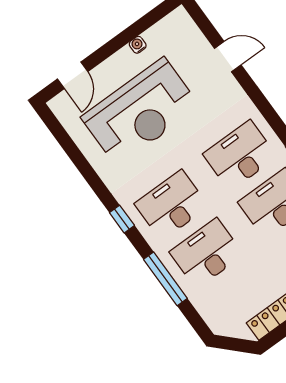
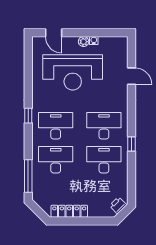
plant: (124, 57) -> (84, 42), added
door: (73, 75) -> (54, 33), hinge flipped
window: (165, 279) -> (28, 176), moved

